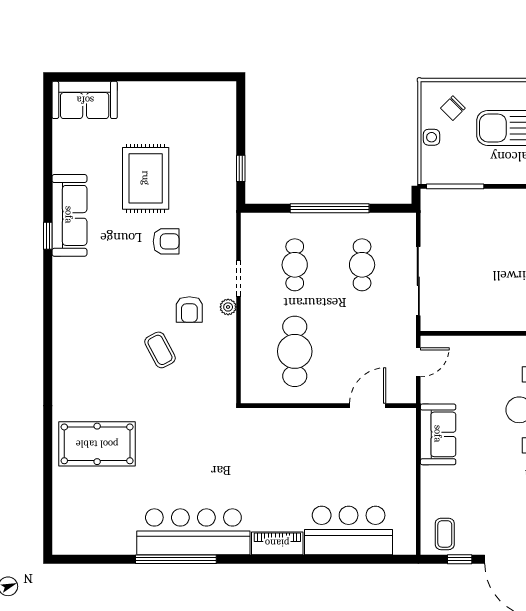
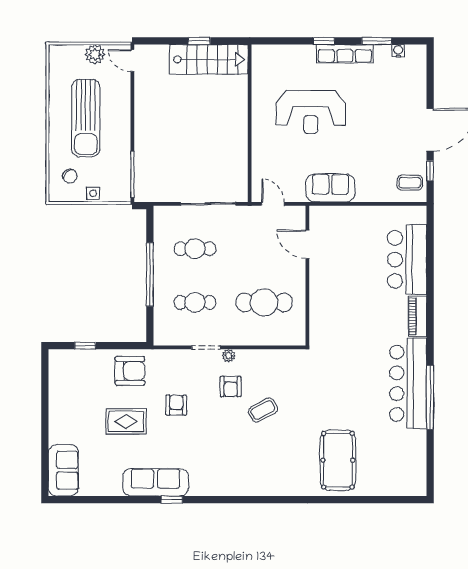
window: (241, 168) -> (85, 346), moved
rug: (146, 178) -> (126, 421), width x0.73, depth x0.70
armchair: (209, 183) -> (130, 371), added
armchair: (189, 309) -> (231, 387), turned 90

